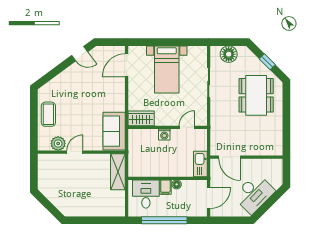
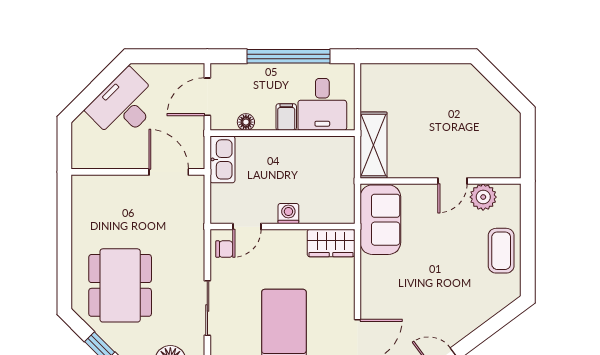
chair: (199, 115) -> (224, 249), added
floor lamp: (177, 184) -> (246, 122), moved

